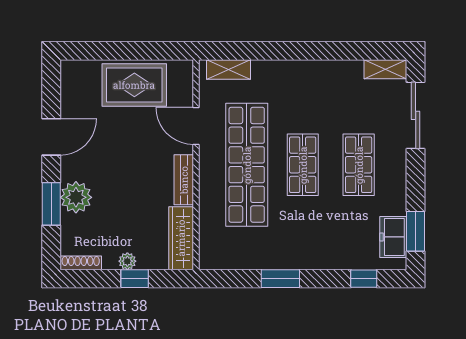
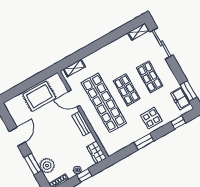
plant: (76, 197) -> (47, 166), moved
wardrobe: (181, 238) -> (96, 152), width x0.67
display table: (319, 243) -> (151, 118), added

